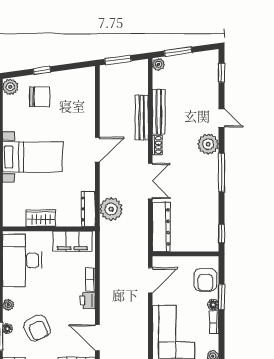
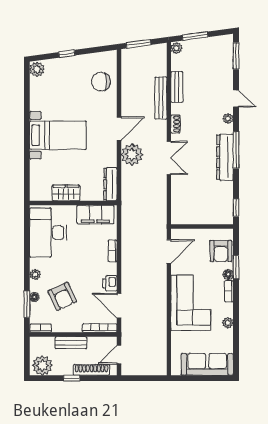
window: (222, 73) -> (236, 56), width x1.50
chair: (40, 97) -> (101, 82), moved, turned 180
bench: (159, 112) -> (177, 87), width x0.73
plant: (208, 144) -> (228, 119), width x0.53, depth x0.53
plant: (111, 209) -> (132, 155), moved
dresser: (161, 227) -> (225, 157), moved, turned 180
printer: (88, 301) -> (110, 283), moved

